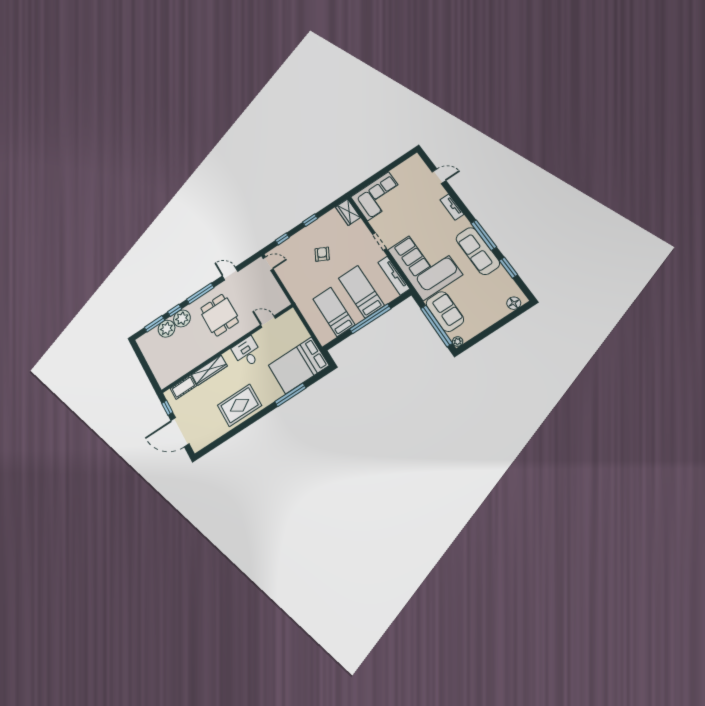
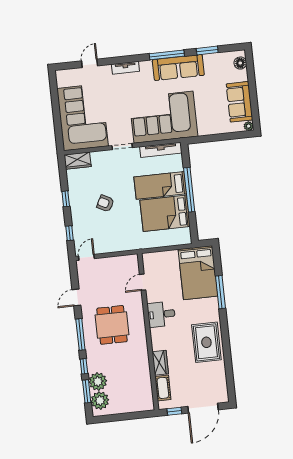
corner sofa: (378, 196) -> (83, 117), width x1.36, depth x1.36
sofa: (445, 311) -> (239, 102), moved, turned -90
bed: (334, 312) -> (165, 213), width x1.50
dining table: (219, 315) -> (112, 325), turned 90
plant: (182, 318) -> (100, 401), moved
window: (436, 326) -> (226, 137), removed
wardrobe: (209, 370) -> (160, 363), width x0.67

